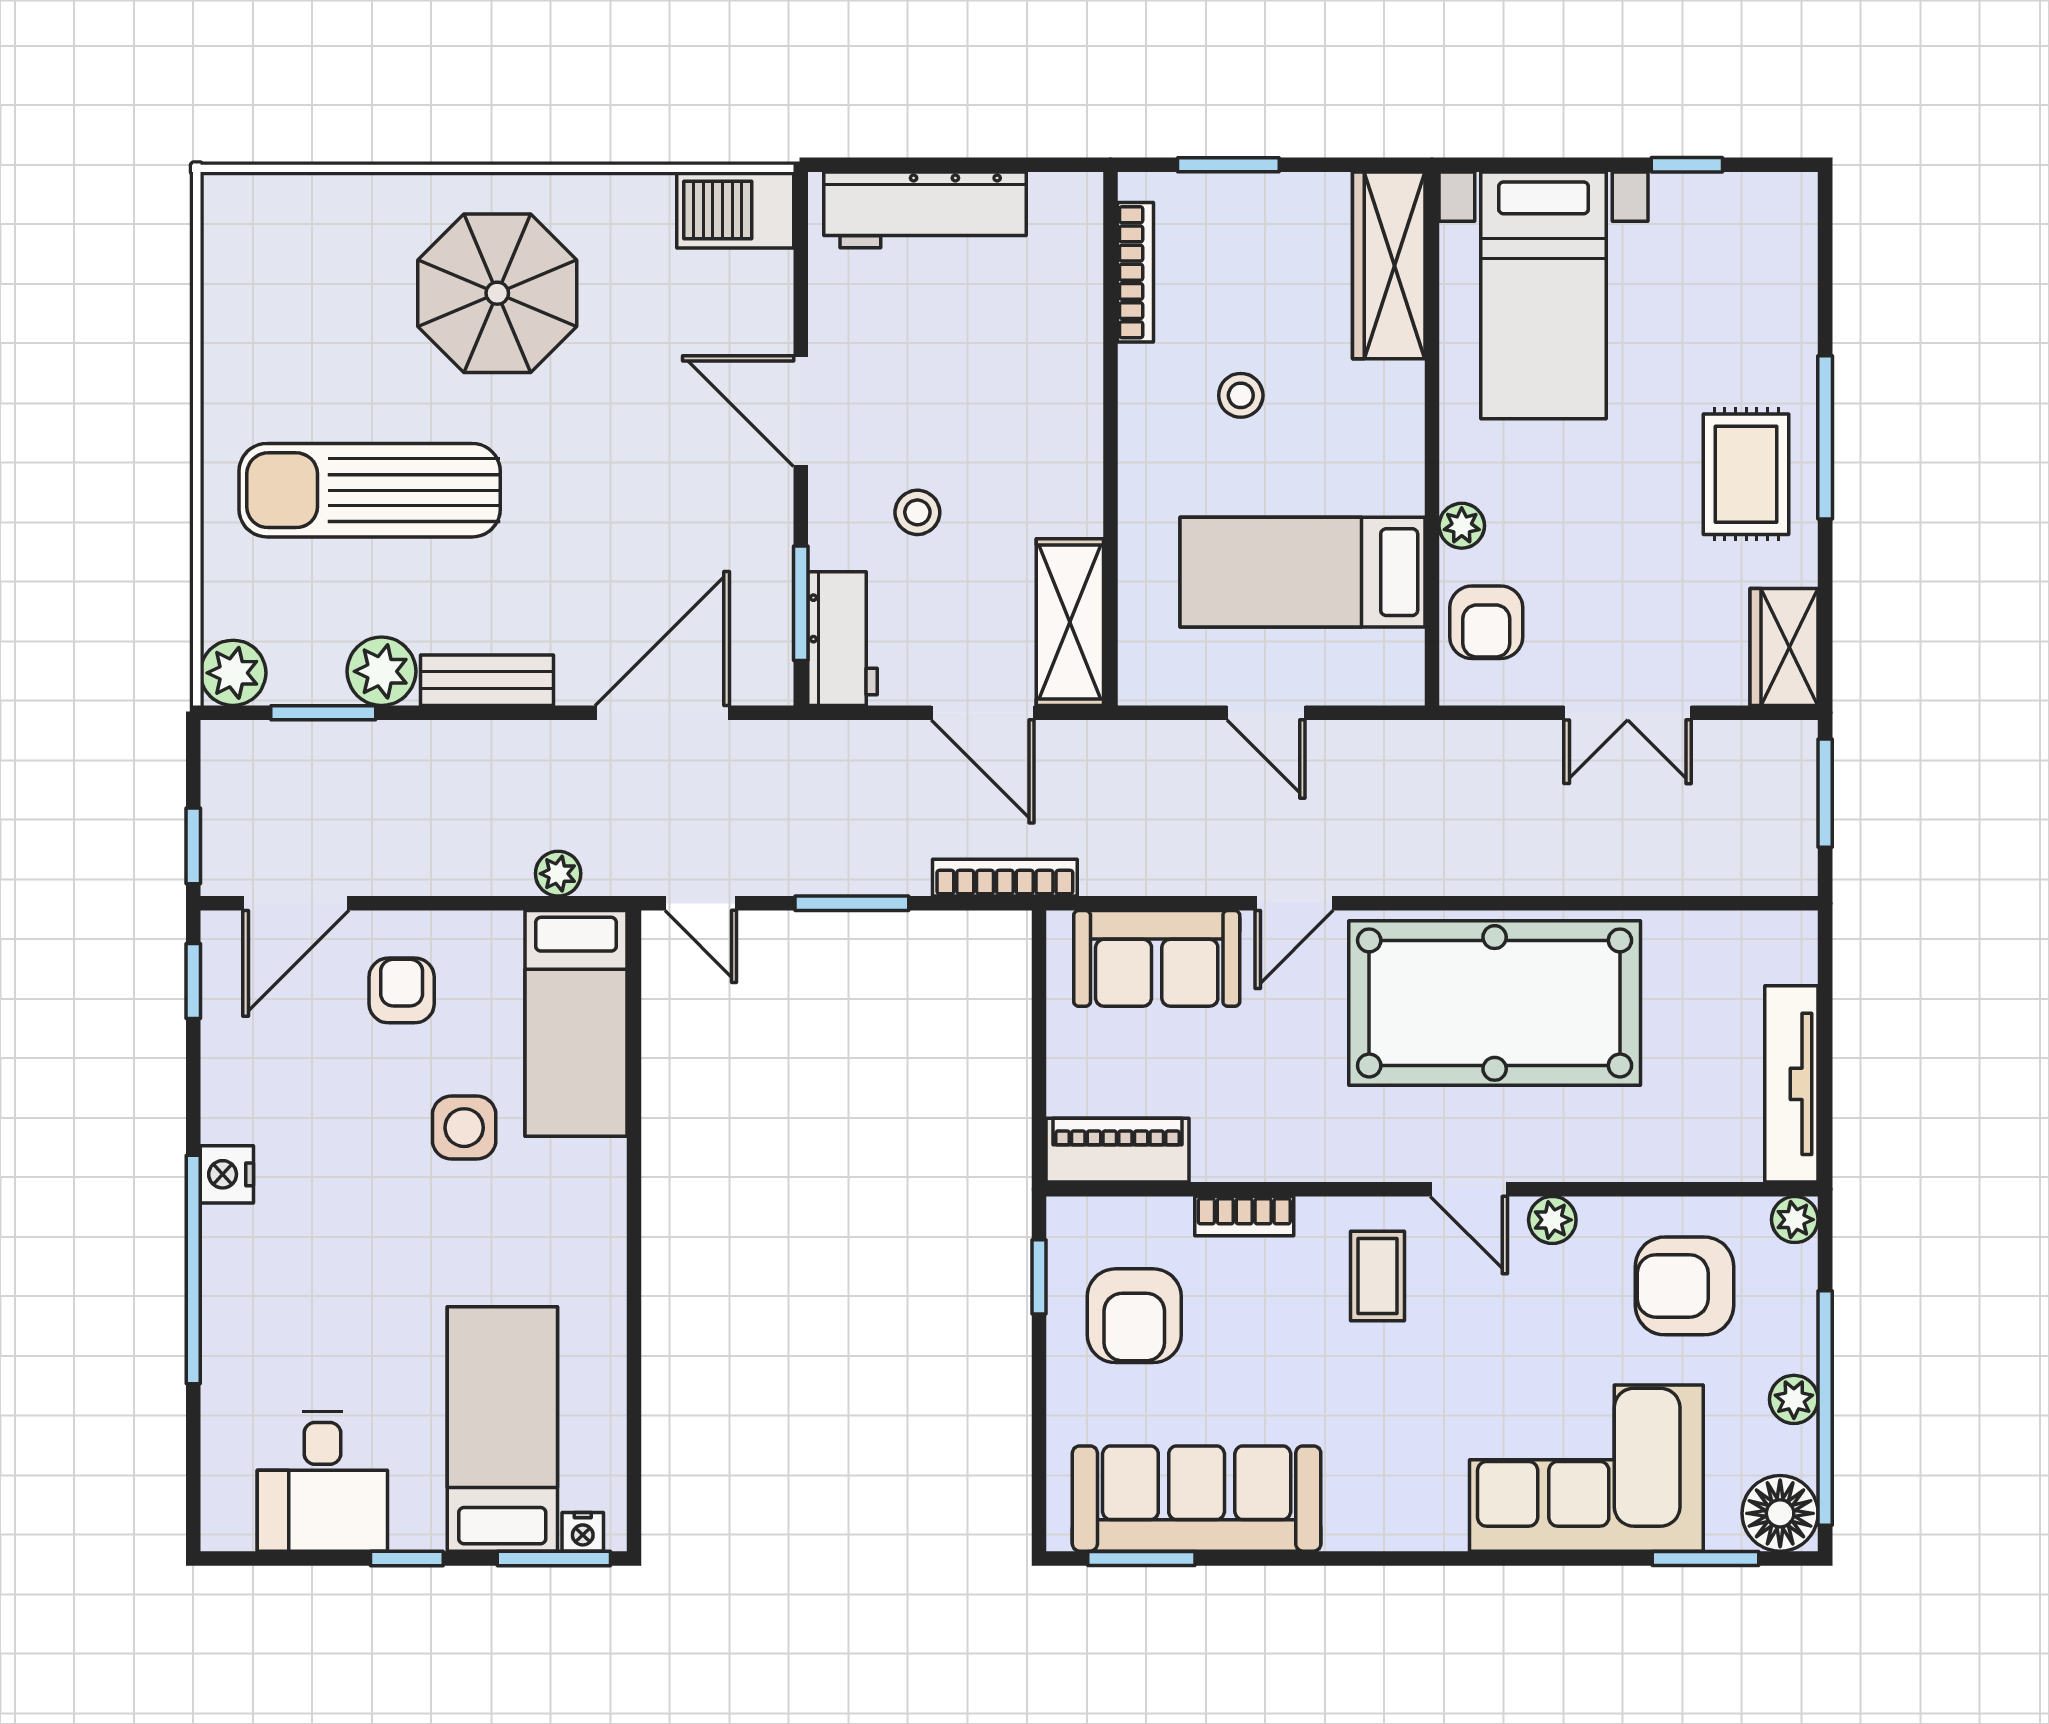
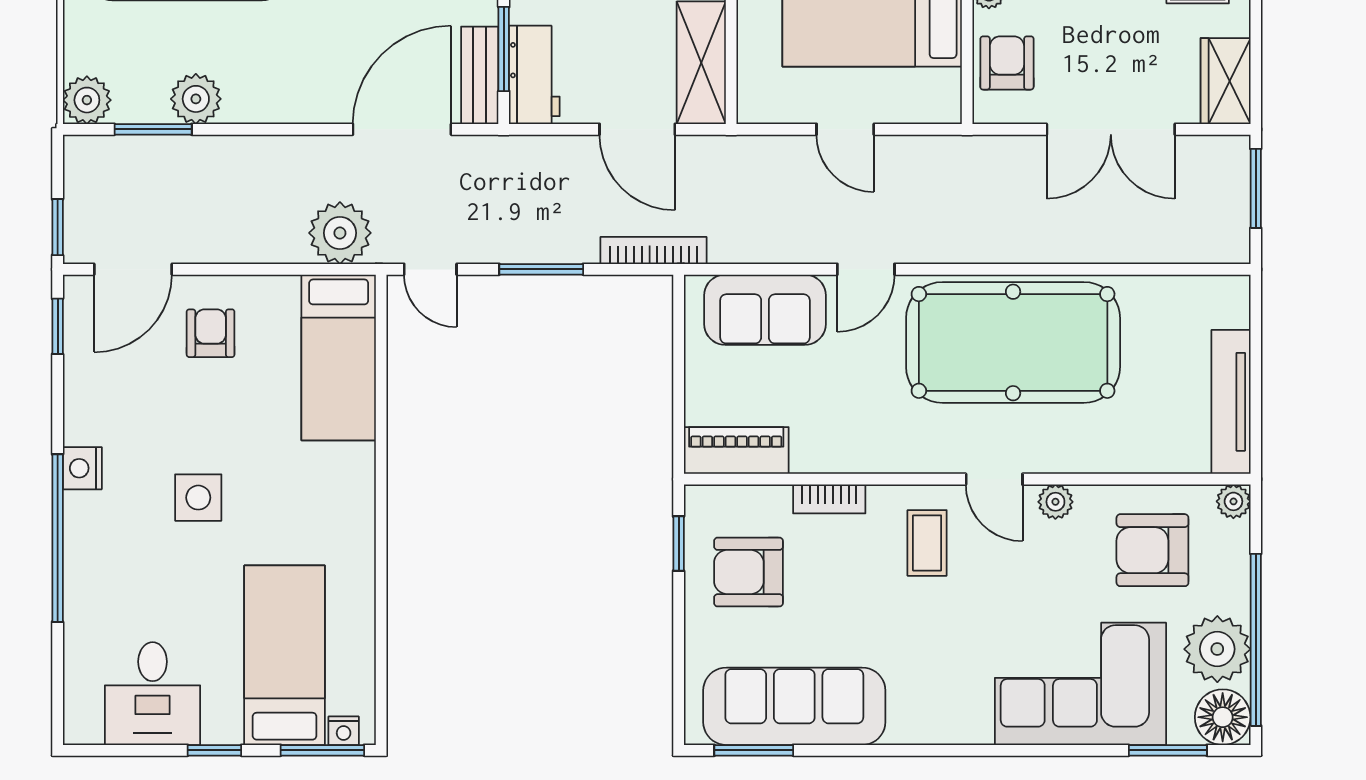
armchair: (1486, 622) -> (1007, 63), turned 180
bench: (487, 680) -> (480, 75), moved, turned 90
double door: (1628, 713) -> (1111, 129), width x1.37
plant: (558, 874) -> (340, 233), width x1.88, depth x1.88
side table: (464, 1128) -> (198, 498), moved
armchair: (1134, 1316) -> (749, 572), turned 90
plant: (1794, 1399) -> (1217, 649), width x1.88, depth x1.88

